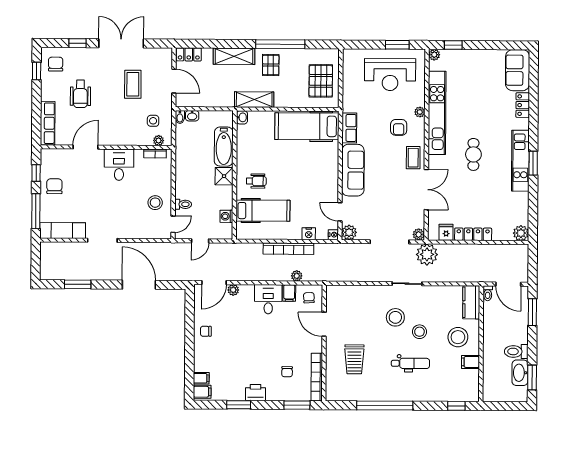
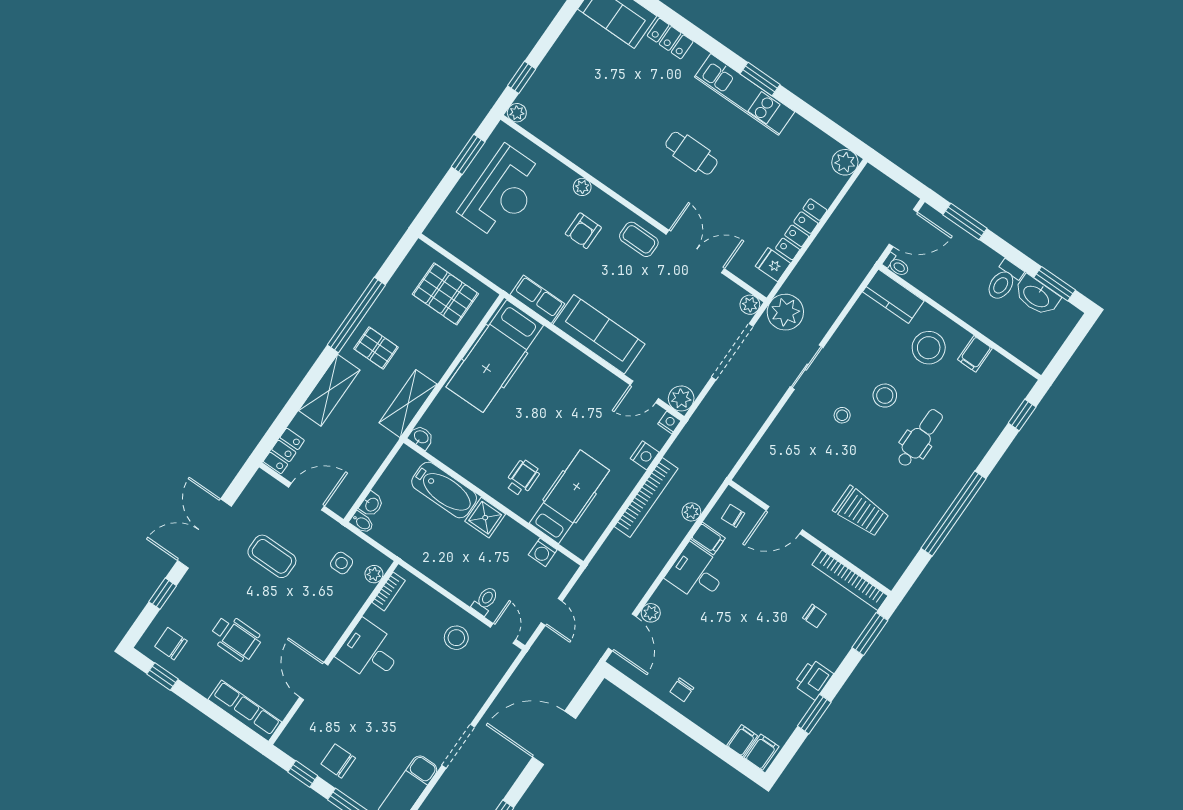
kitchen unit: (437, 113) -> (600, 164), removed
armchair: (399, 127) -> (583, 231), turned 90
stool: (395, 317) -> (842, 415), width x0.53, depth x0.53

